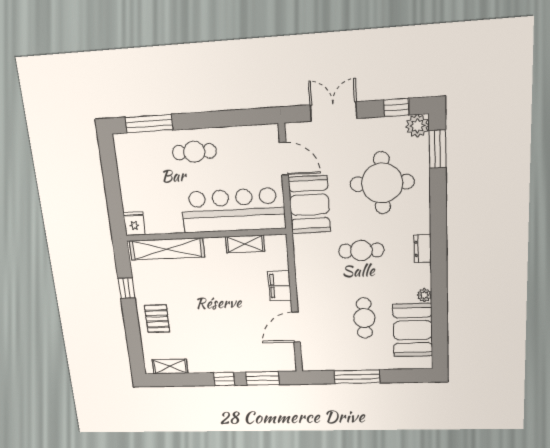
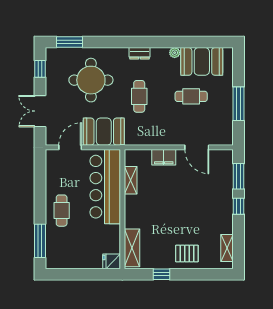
plant: (417, 126) -> (53, 55), removed
shelving: (167, 249) -> (132, 248), width x0.68

